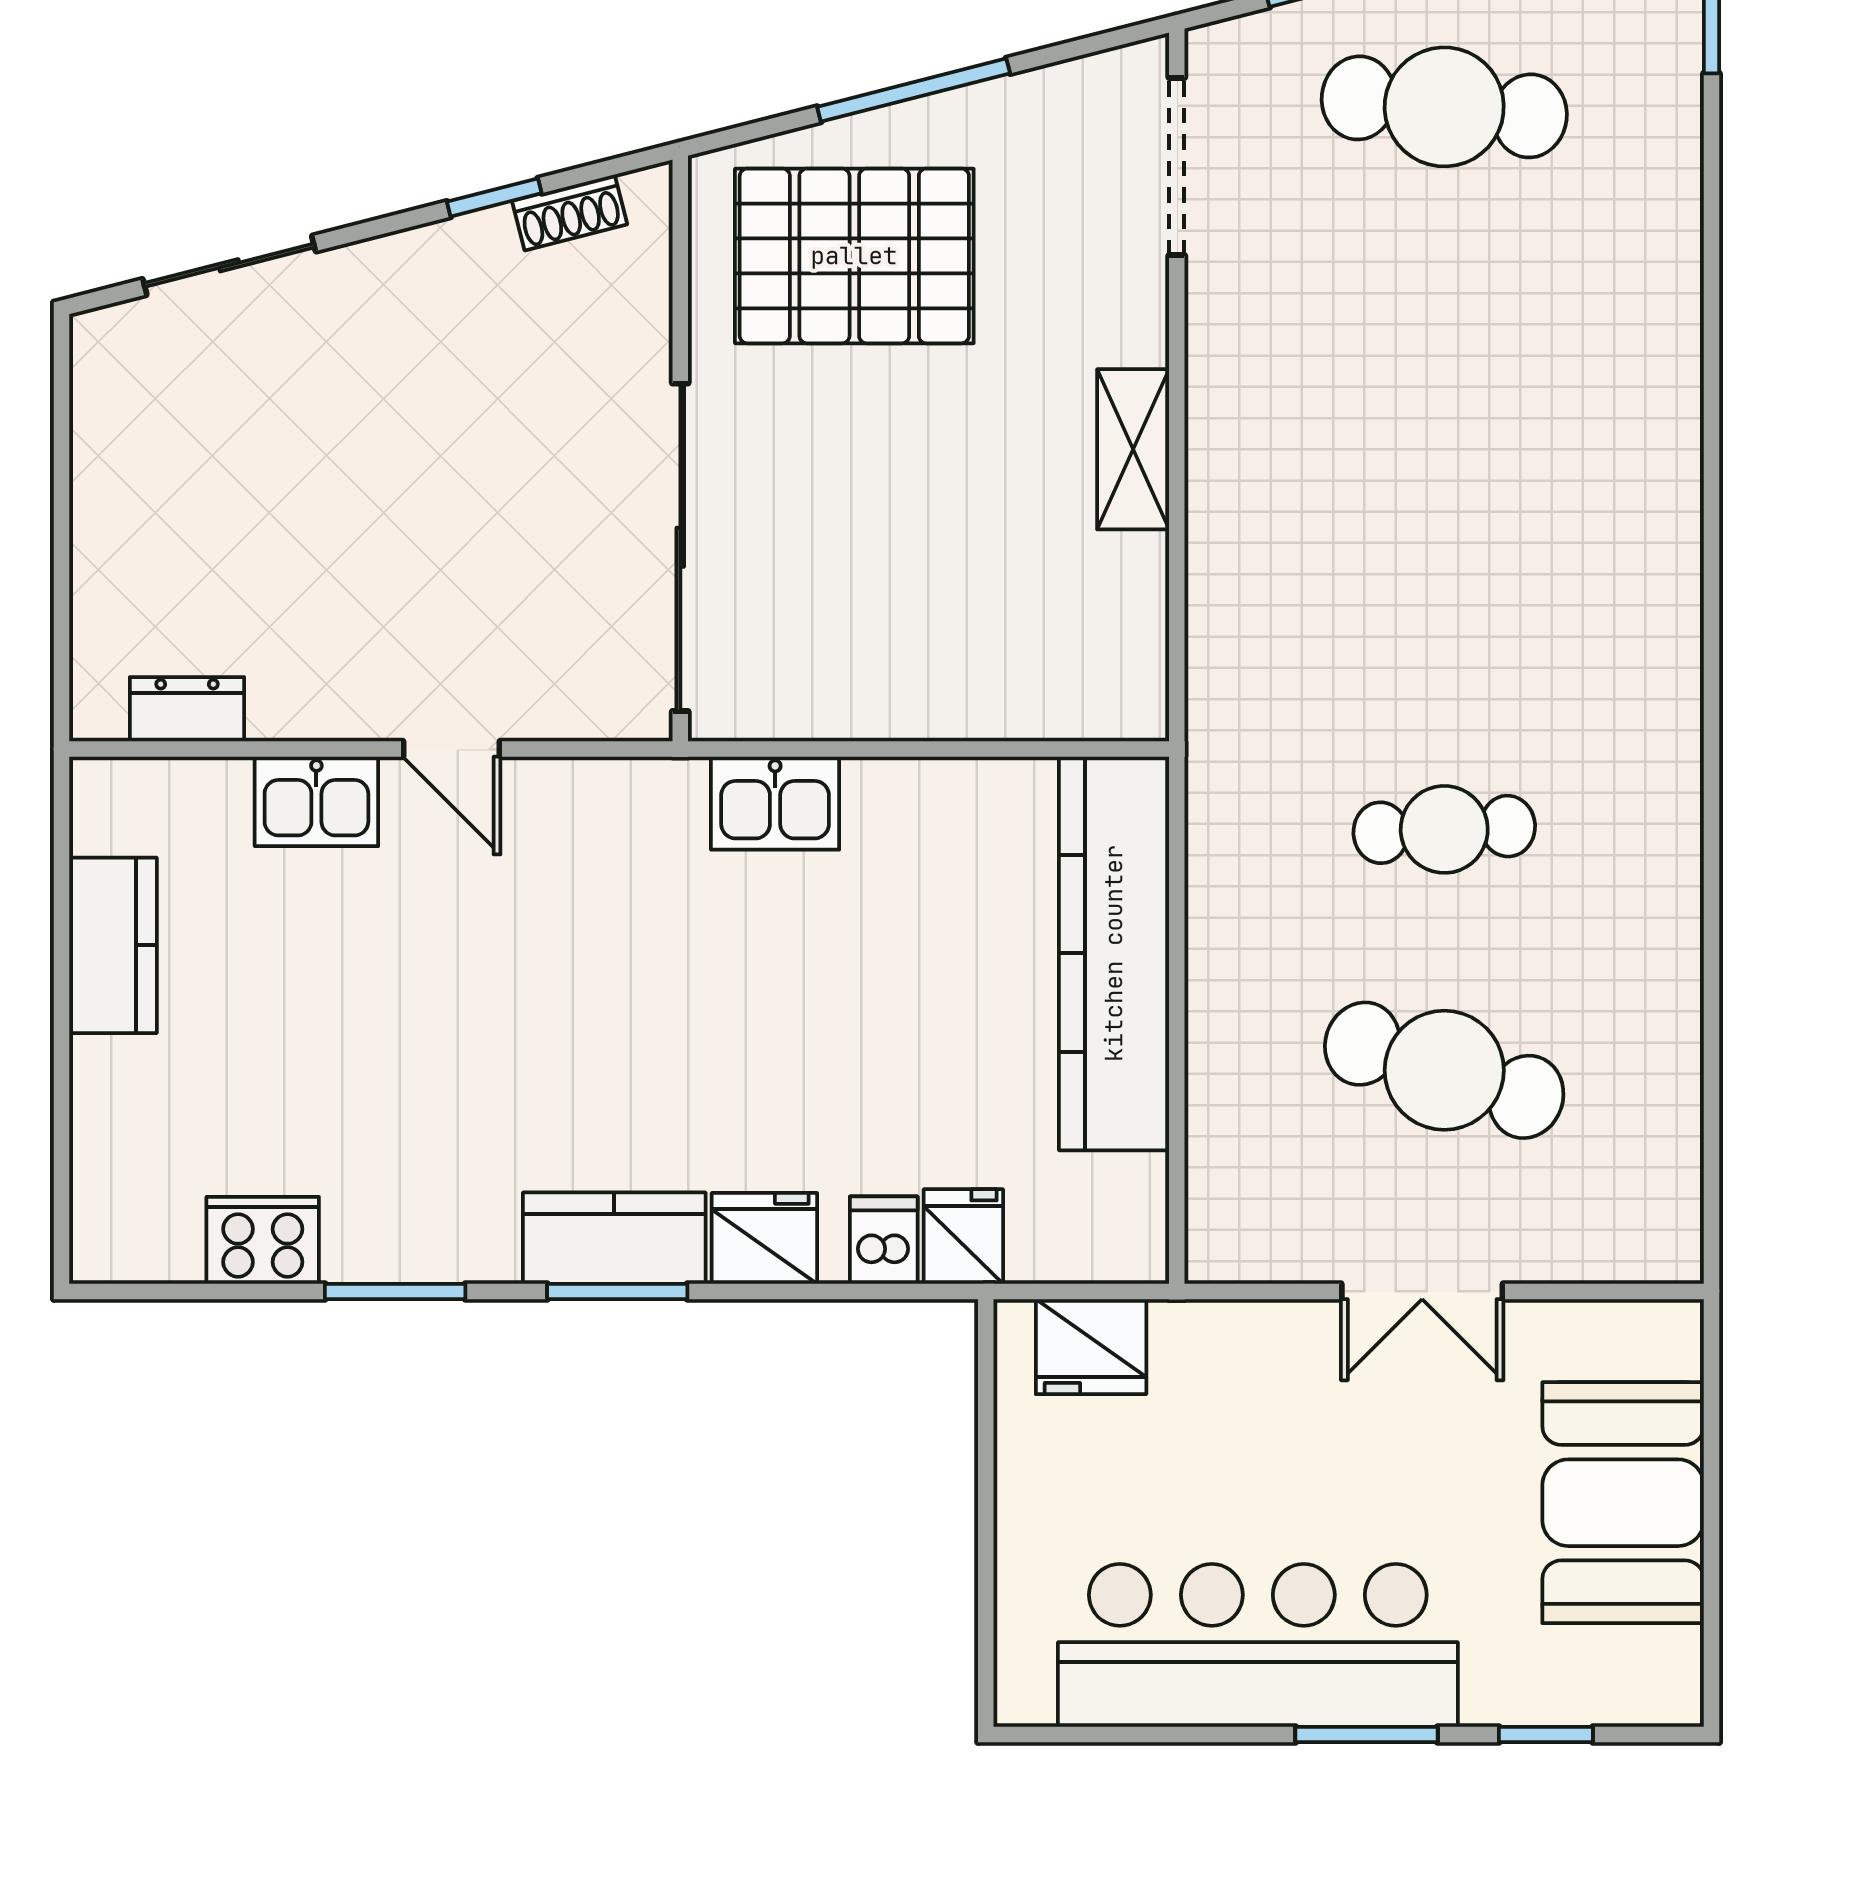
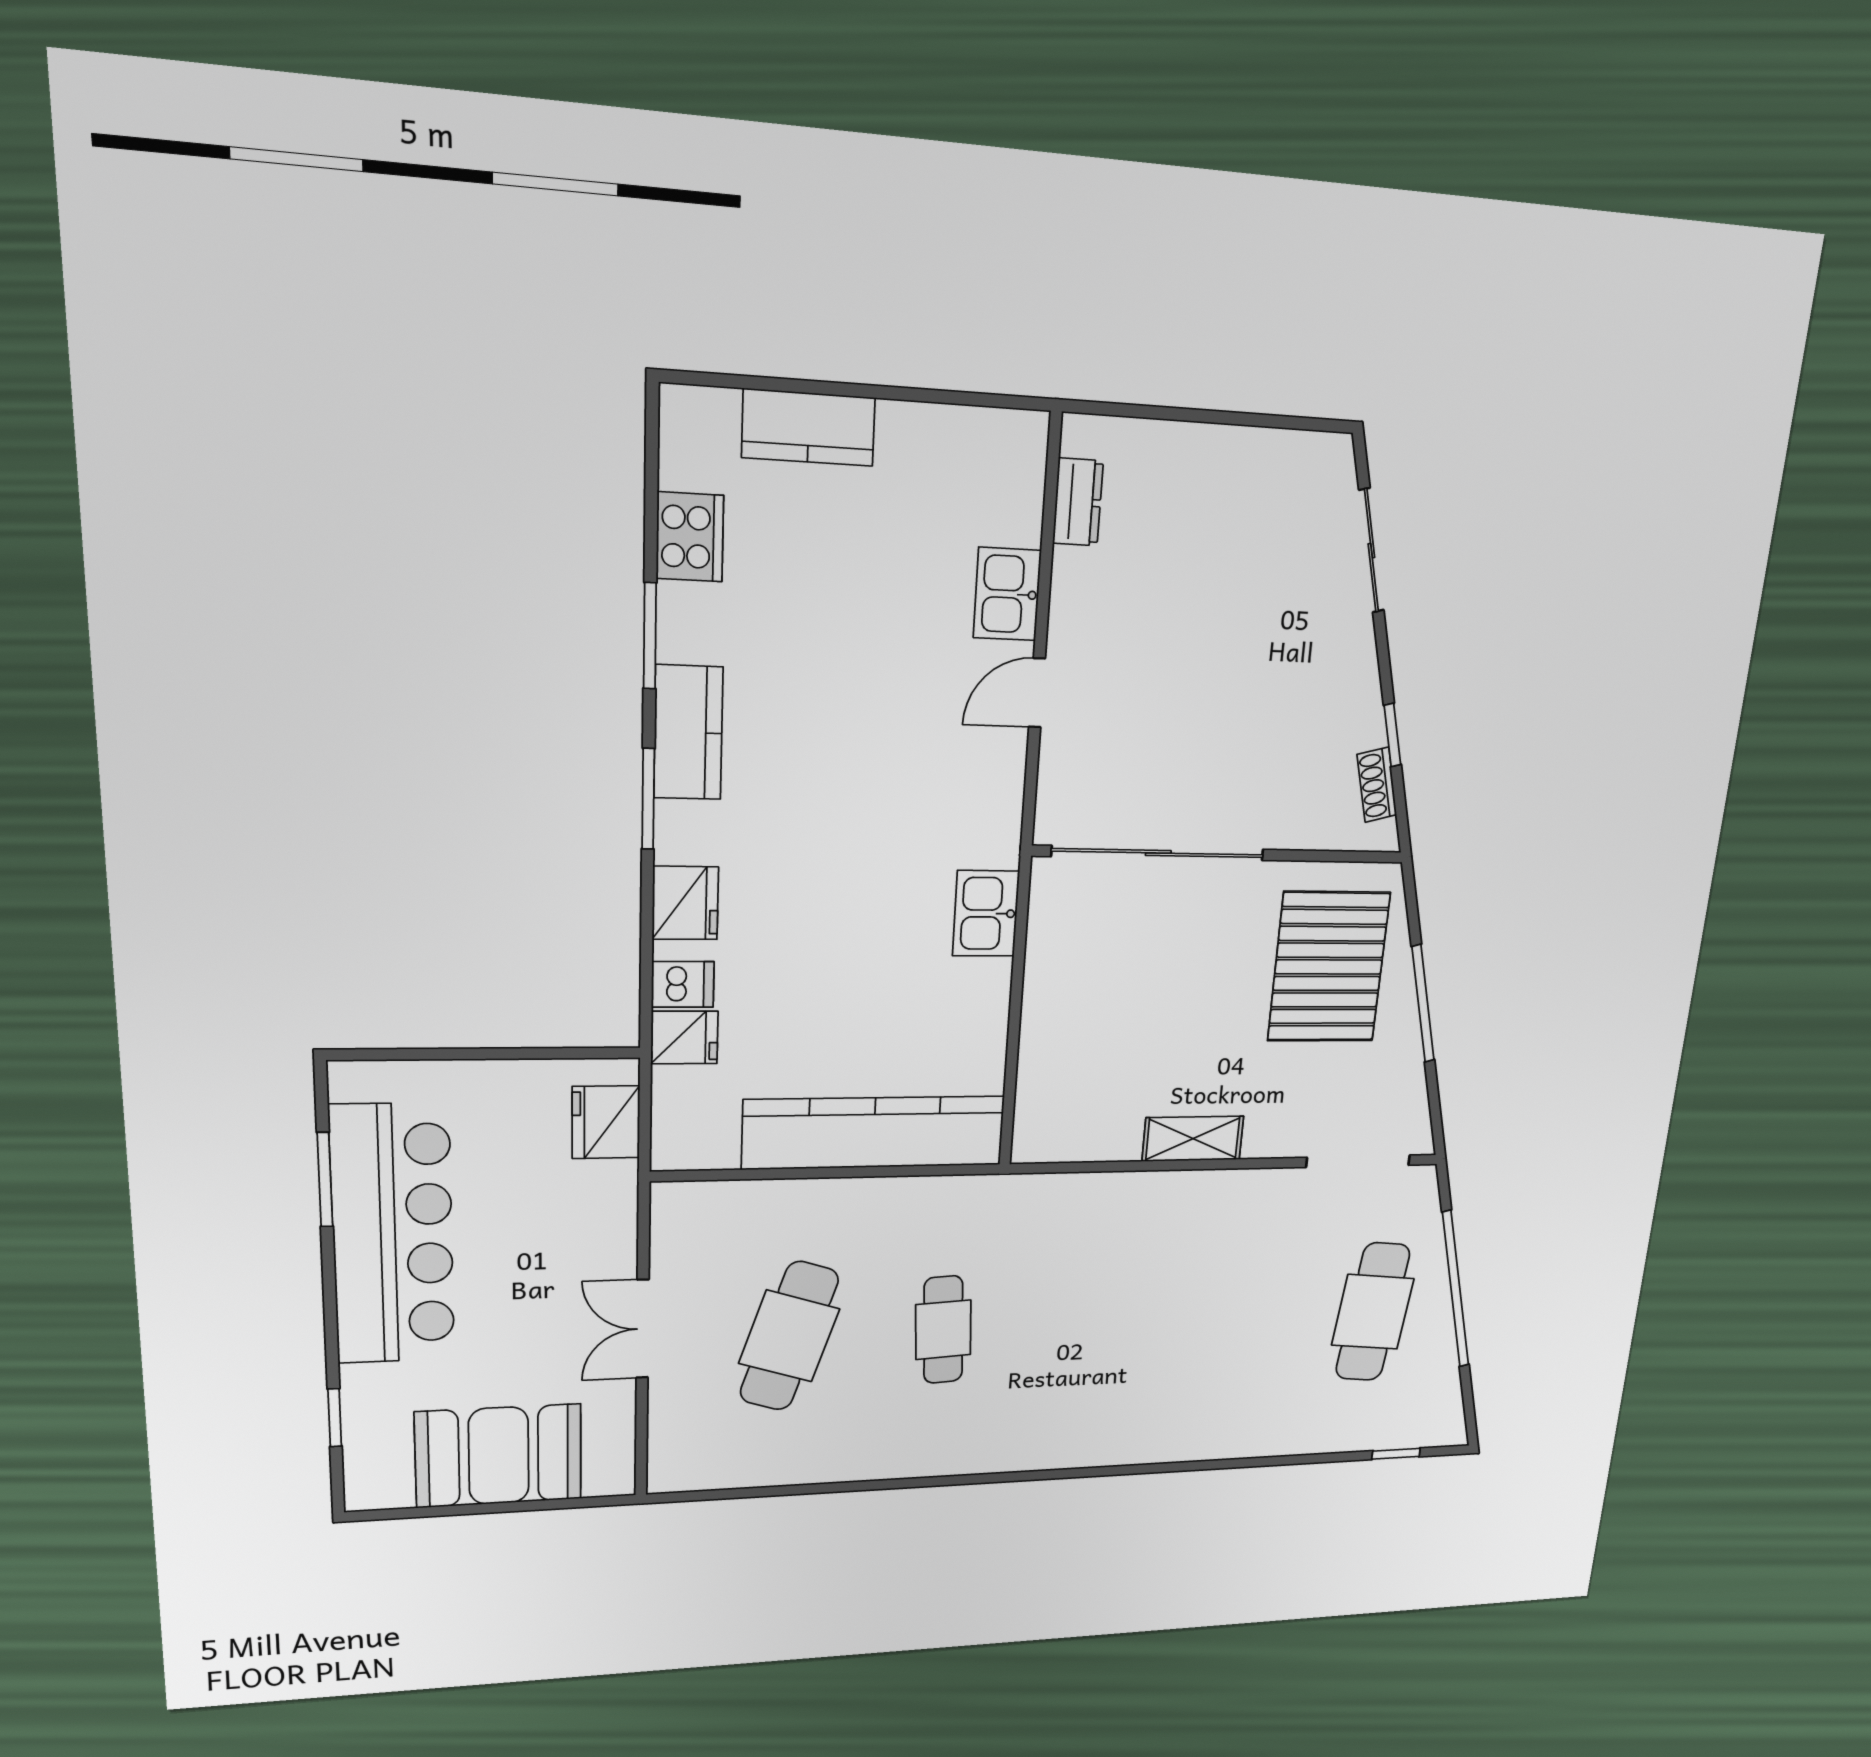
kitchen counter: (113, 945) -> (809, 428), moved
kitchen counter: (614, 1238) -> (688, 733), moved
window: (1367, 1734) -> (325, 1180), moved

